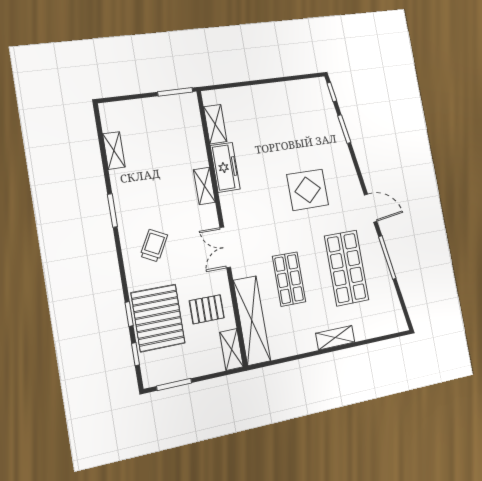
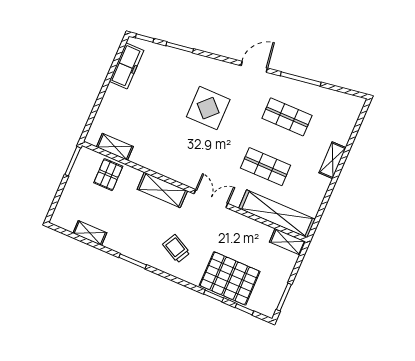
freezer: (225, 167) -> (127, 66), moved, turned 90
shelving: (204, 186) -> (162, 190), width x1.50, depth x1.33
double door: (225, 247) -> (211, 199), swing flipped
shop shelf: (347, 268) -> (287, 117), width x0.70, depth x0.74
pallet: (207, 309) -> (108, 175), moved

